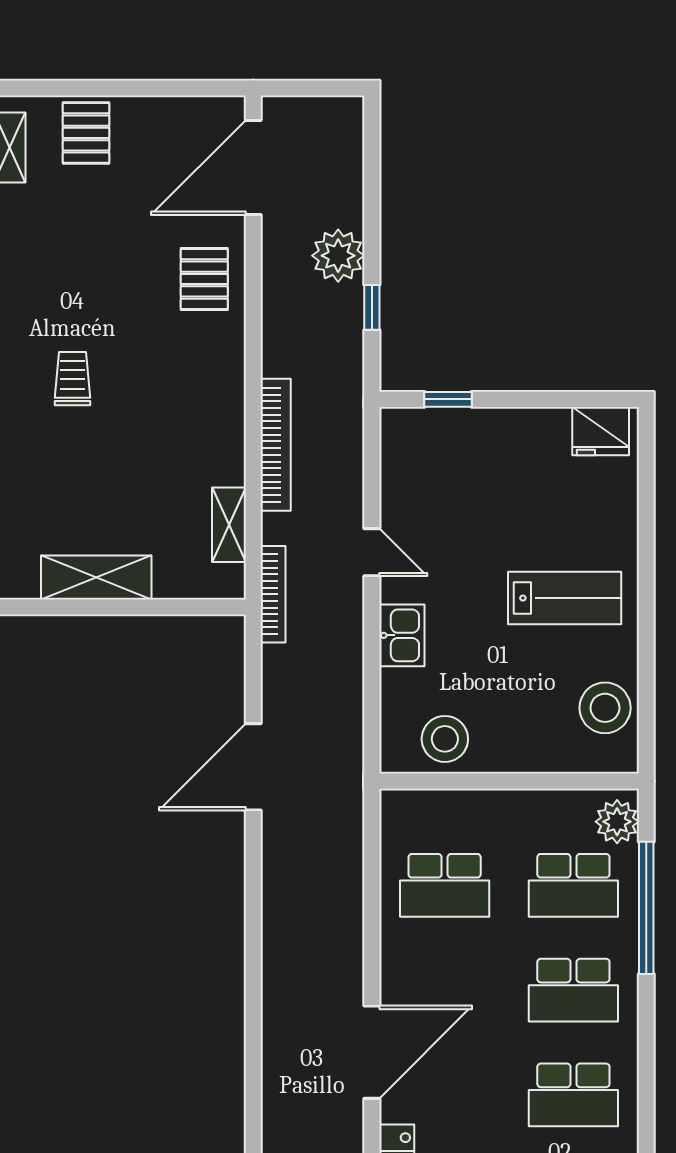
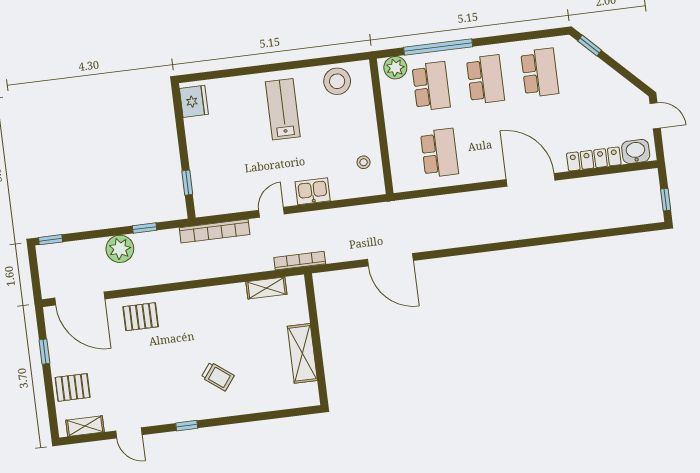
window: (161, 88) -> (44, 352), added
window: (372, 126) -> (51, 240), added
trolley: (72, 379) -> (218, 376), moved, turned -143
bookcase: (276, 445) -> (215, 231), moved, turned 180
stool: (445, 739) -> (364, 162), width x0.53, depth x0.53

